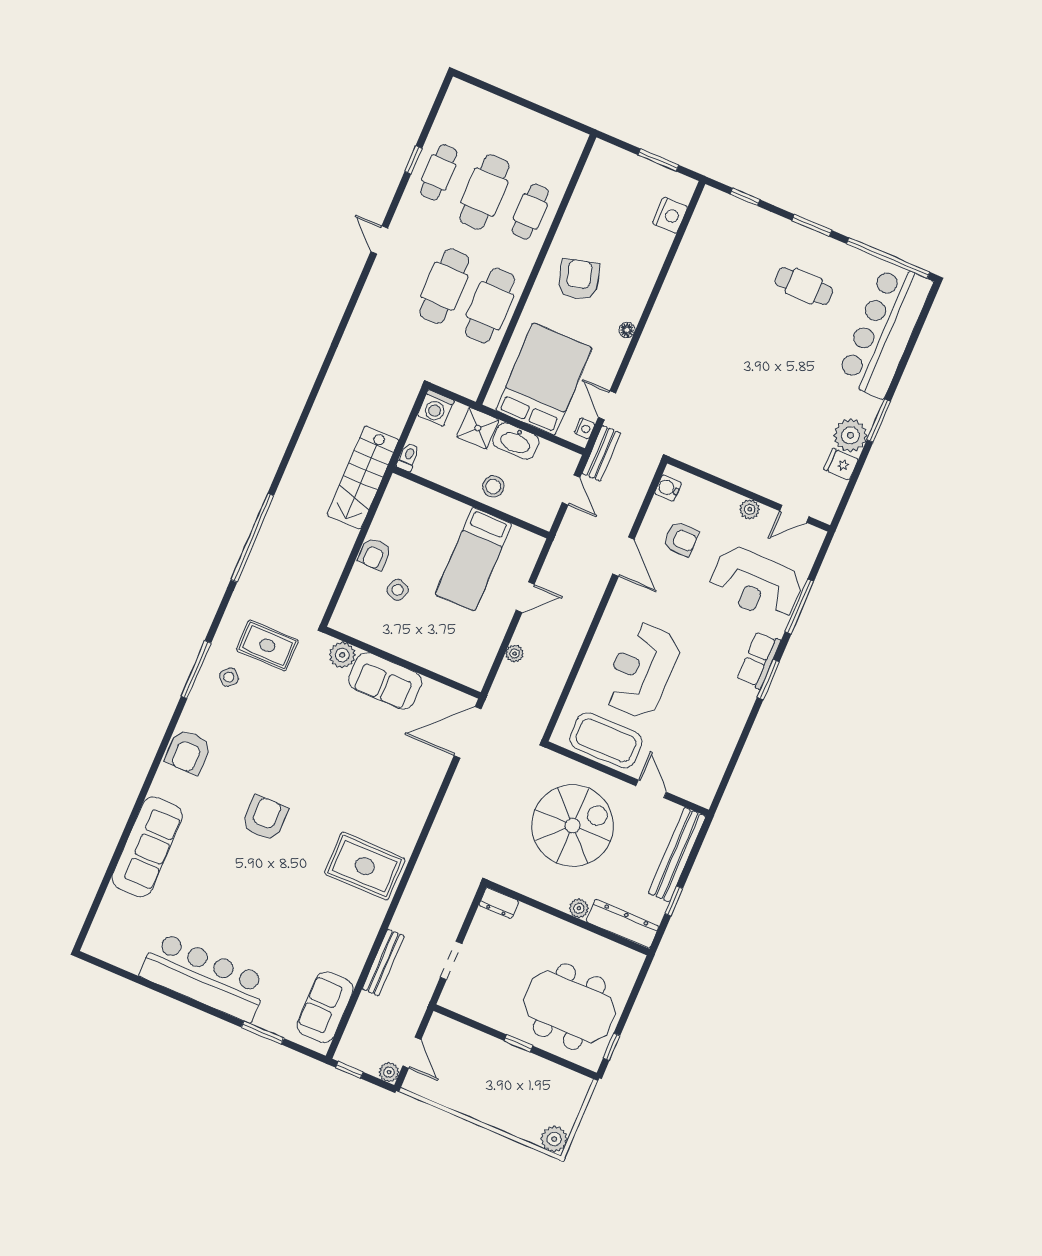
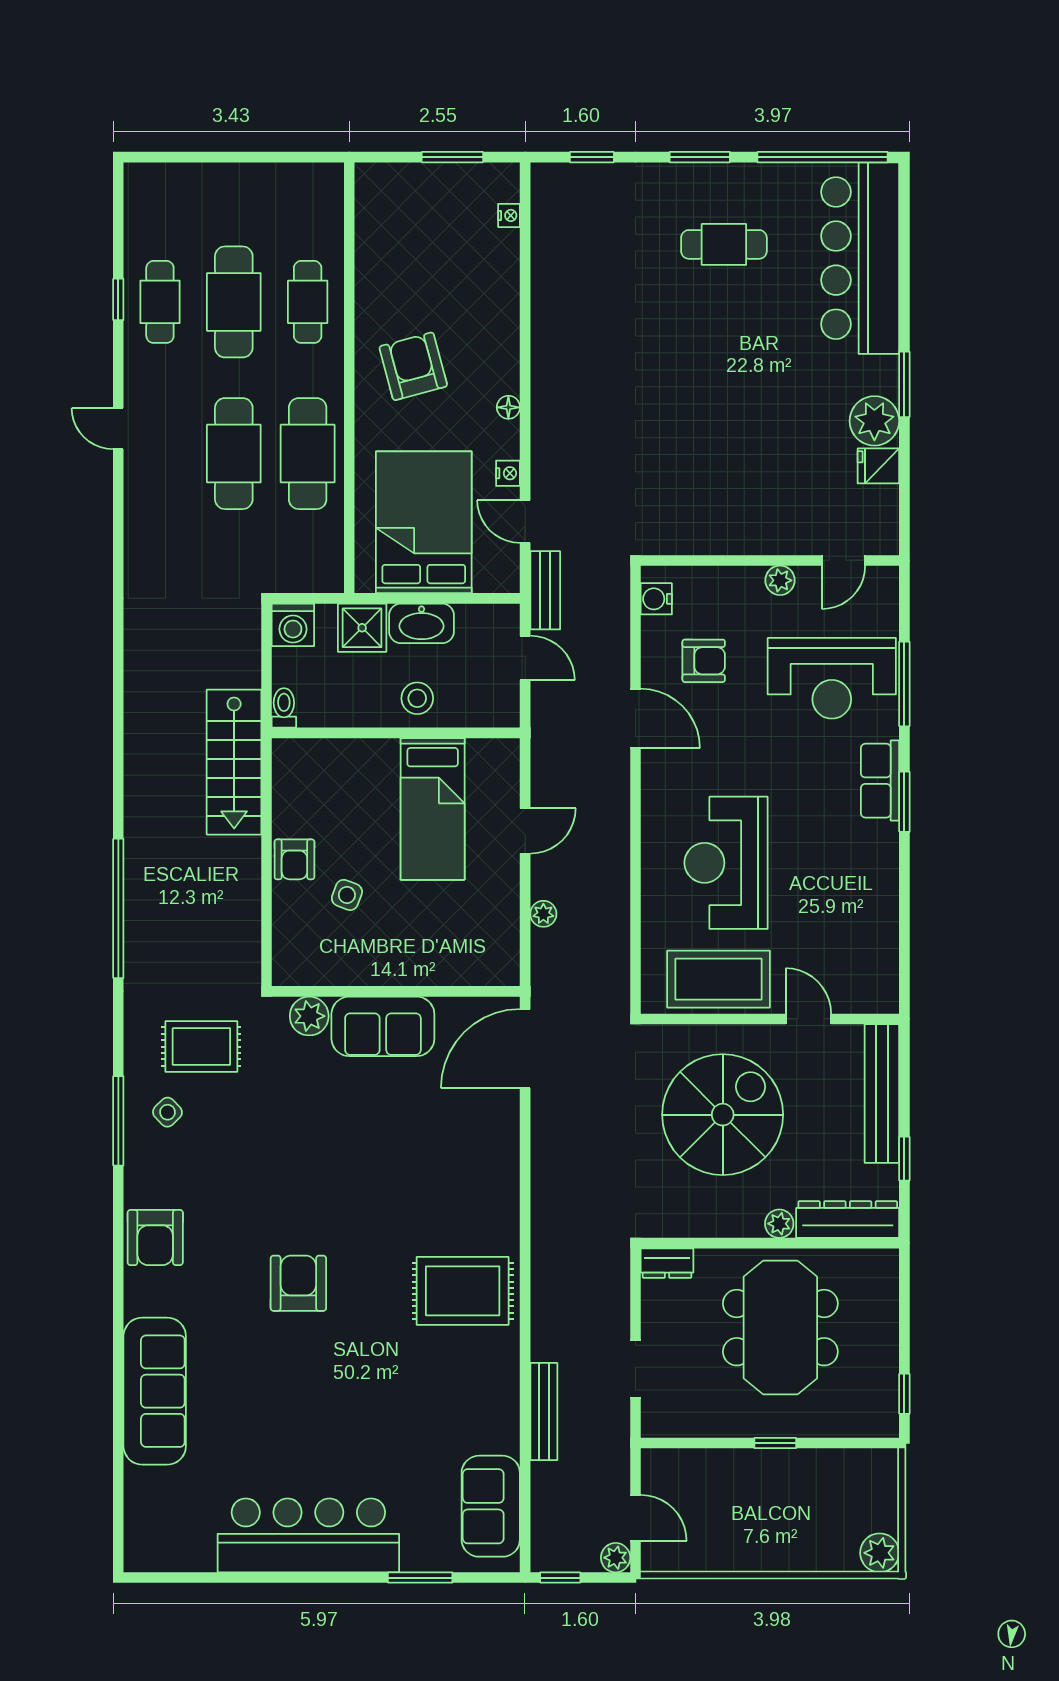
nightstand: (670, 215) -> (509, 215), width x0.53, depth x0.56
nightstand: (585, 428) -> (508, 473), moved
meeting table: (569, 1007) -> (780, 1328), moved, turned 90

